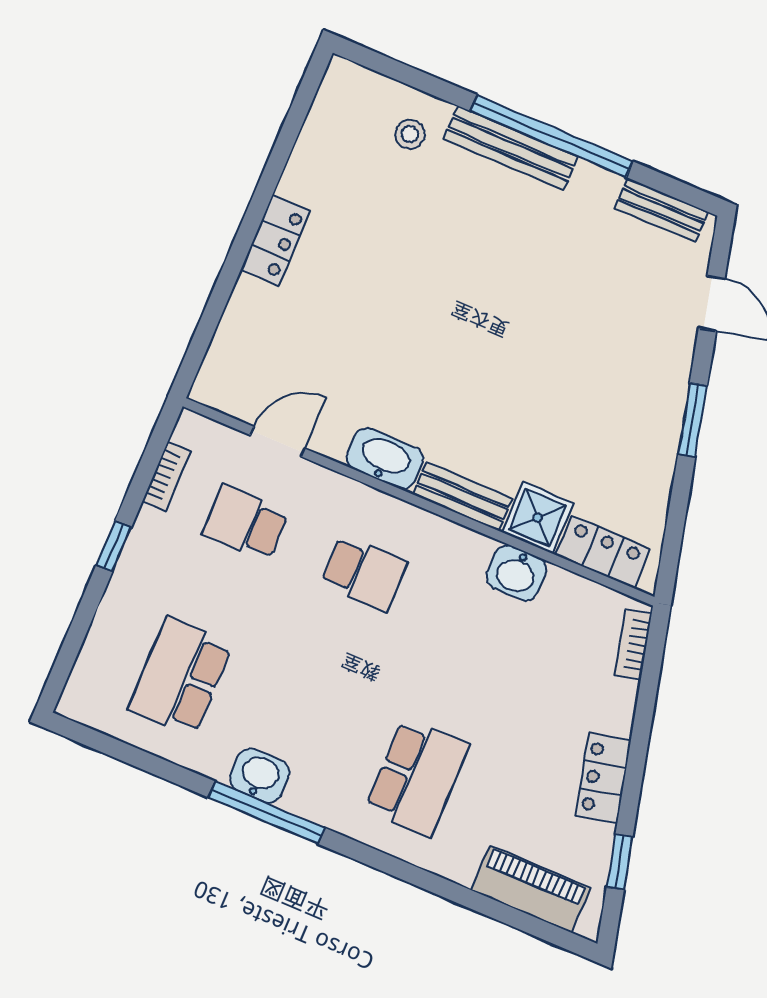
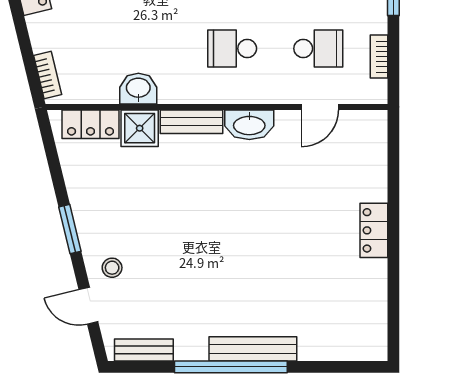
stool: (410, 134) -> (112, 268), moved

